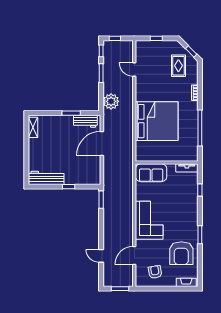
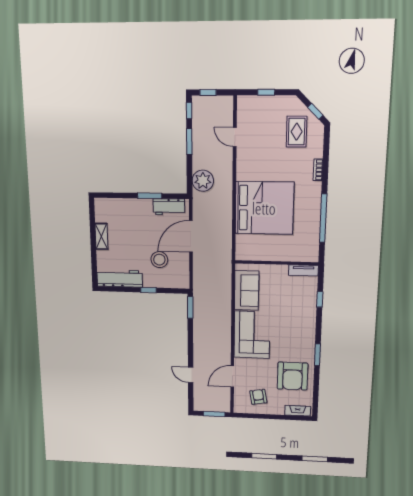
shelving: (33, 127) -> (101, 236), moved
stool: (78, 162) -> (159, 260), added
sofa: (151, 173) -> (247, 291), moved, turned -90

